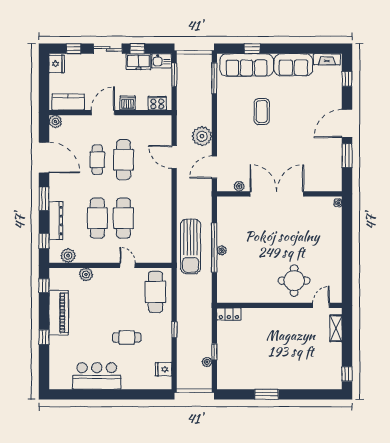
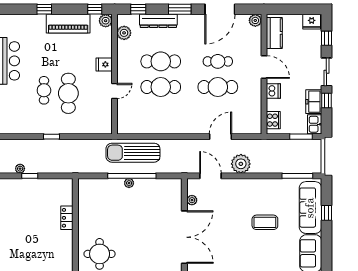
plant: (86, 274) -> (106, 21), moved
cafe table: (156, 292) -> (68, 93), moved, turned 90
locker: (229, 314) -> (67, 218), moved
fridge: (164, 369) -> (104, 64), moved, turned -90

